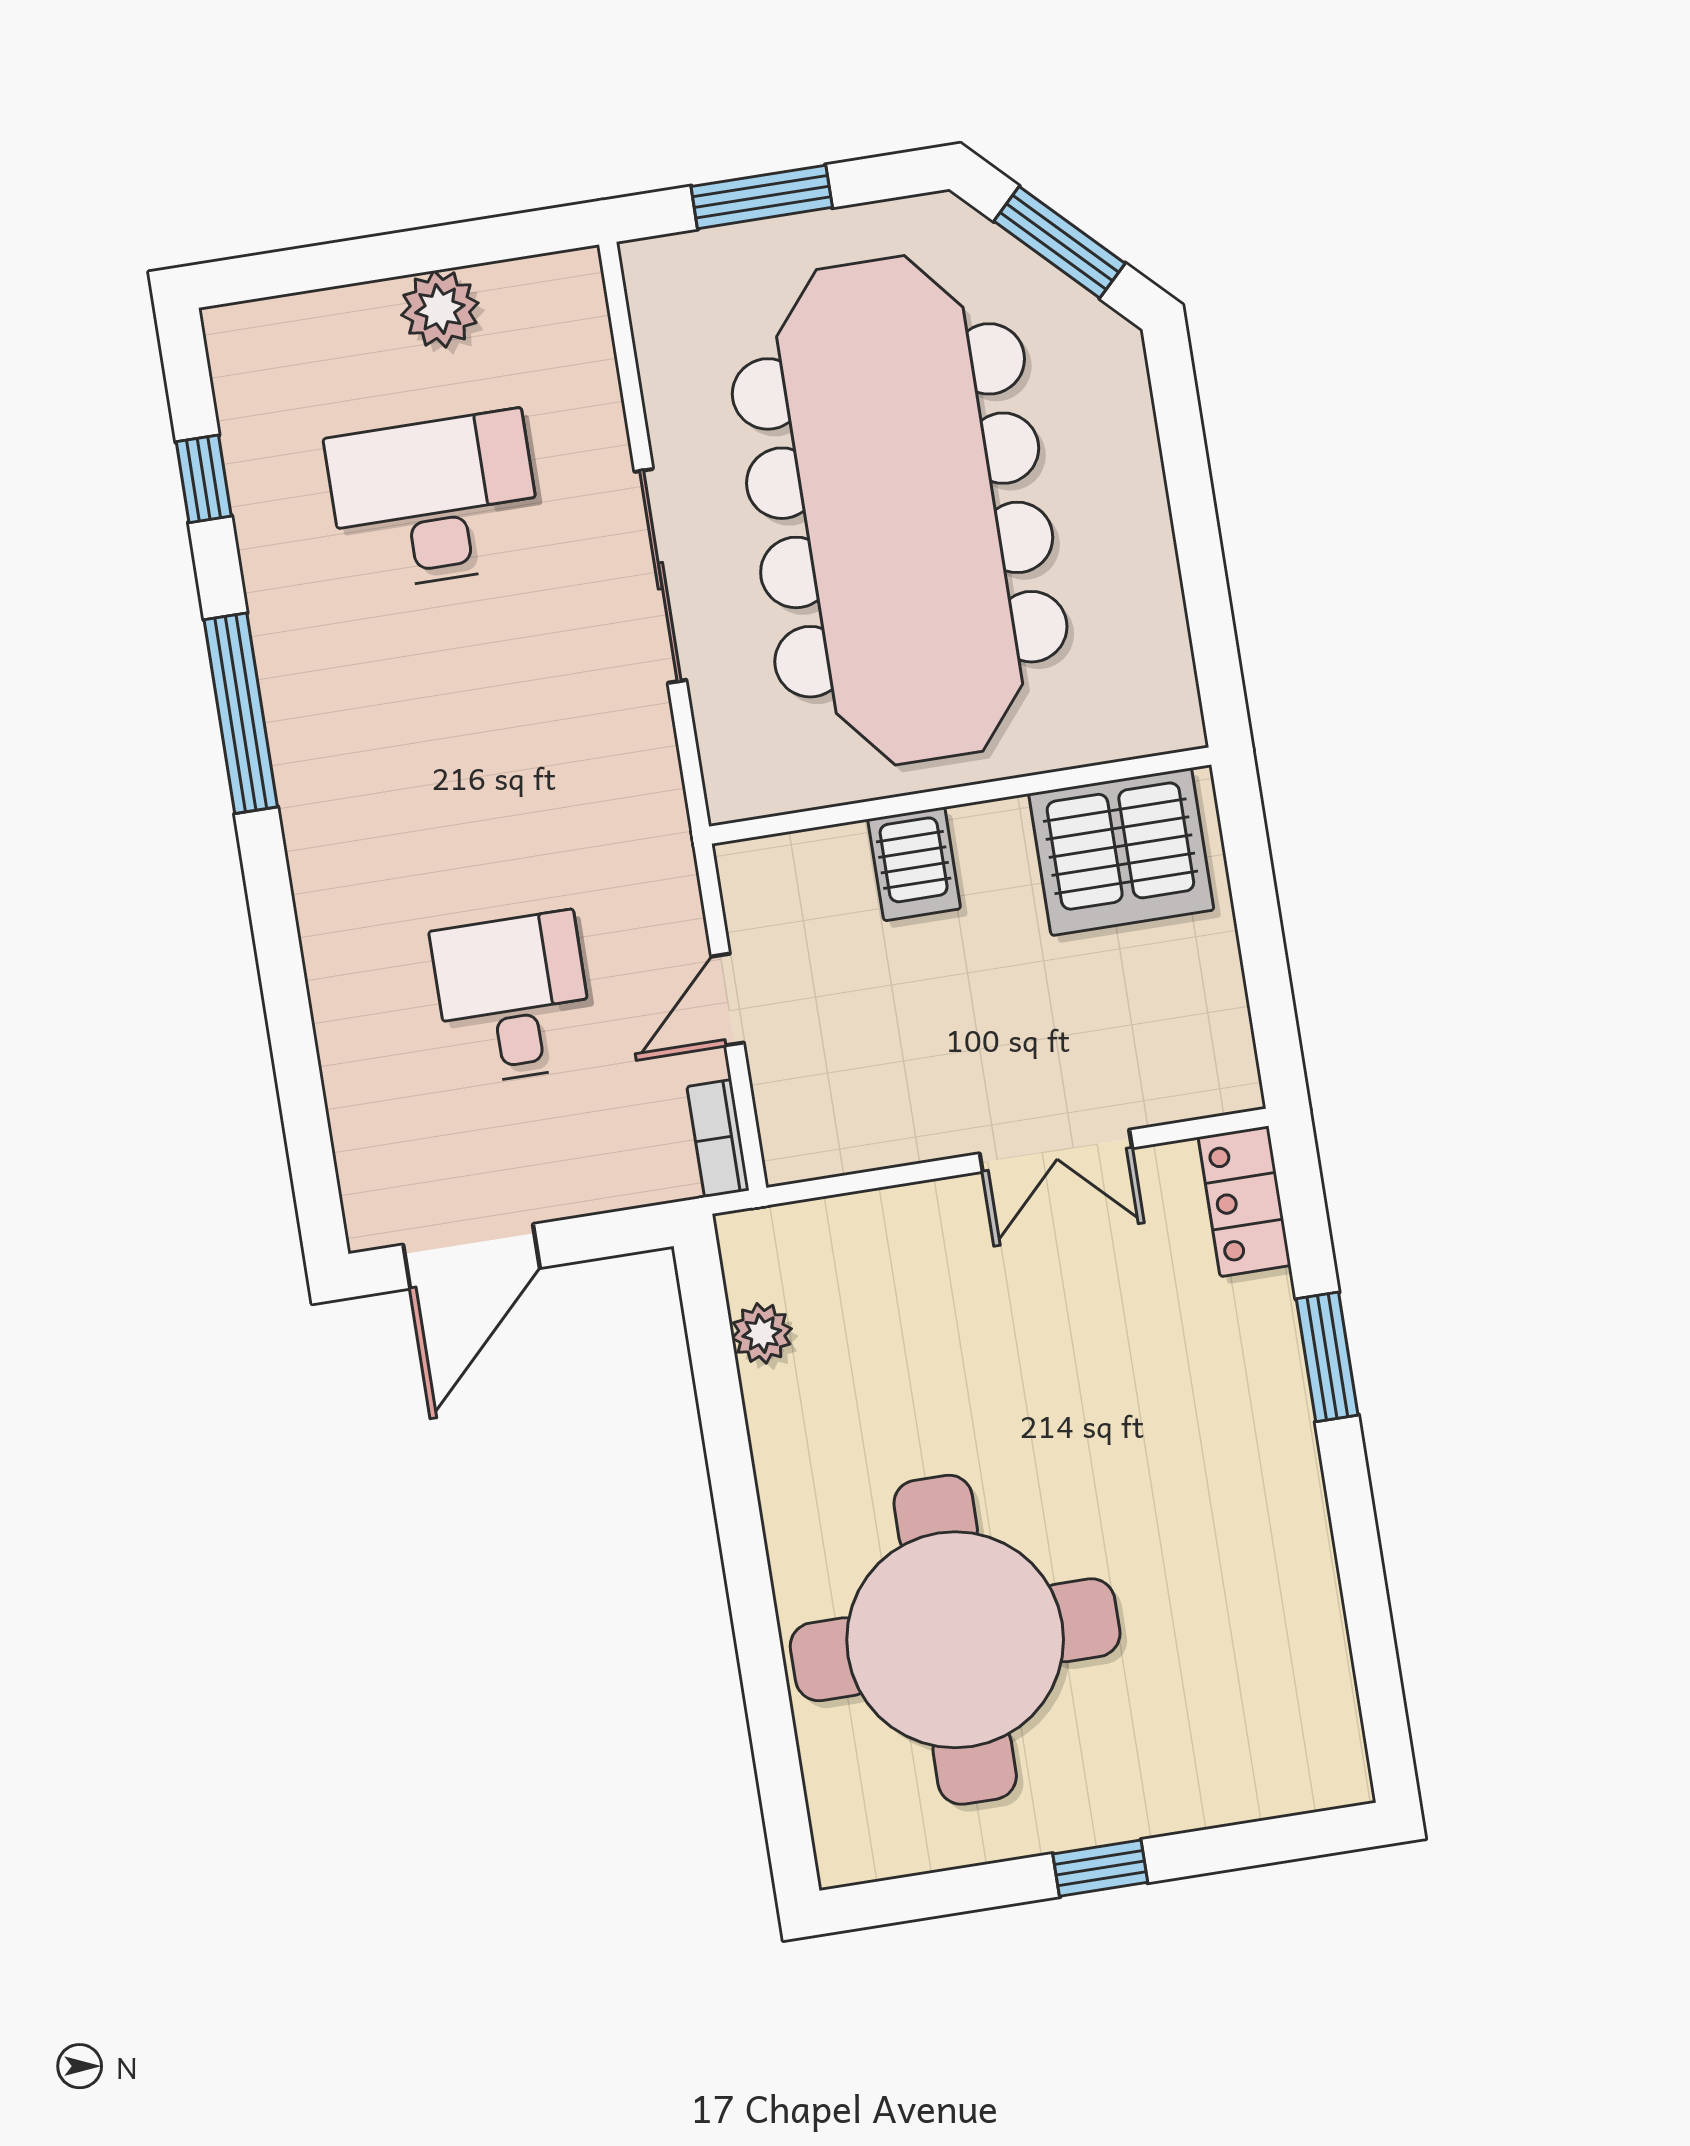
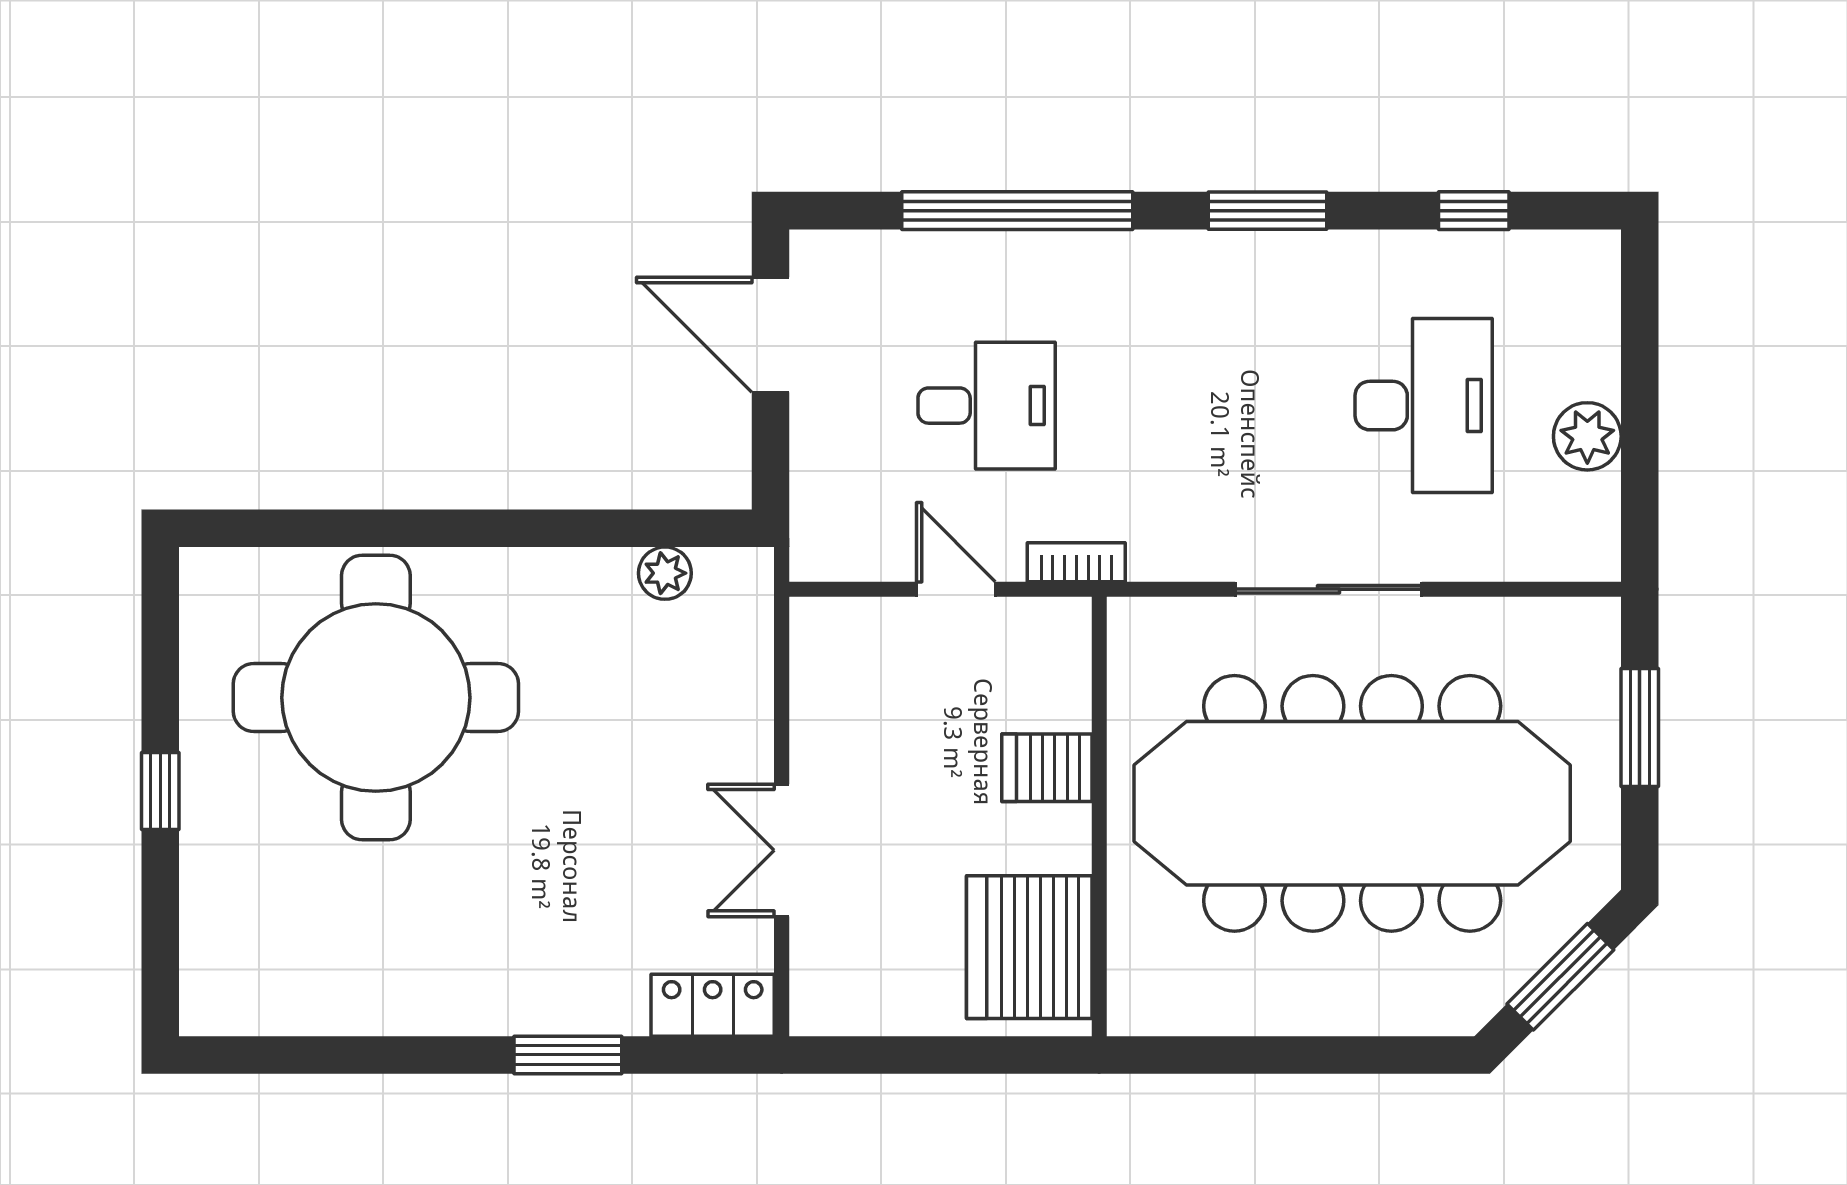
window: (241, 713) -> (1268, 211), width x0.69
window: (286, 998) -> (1017, 211), added
bookcase: (718, 1138) -> (1076, 562), moved

